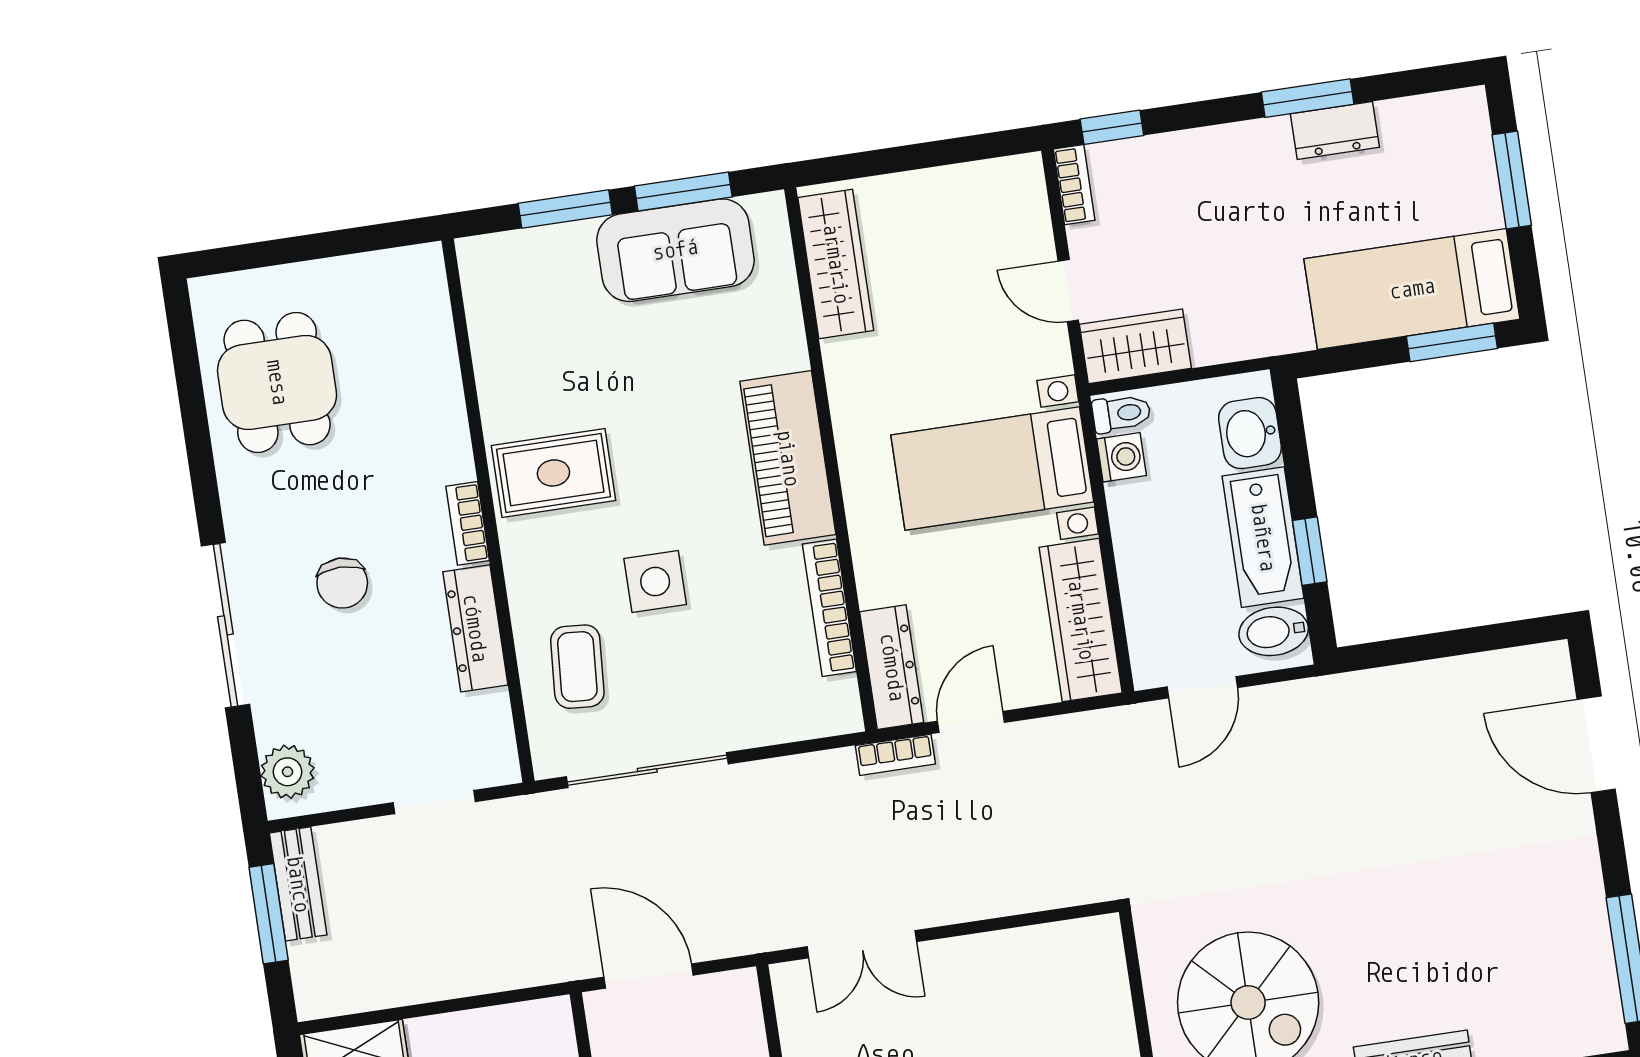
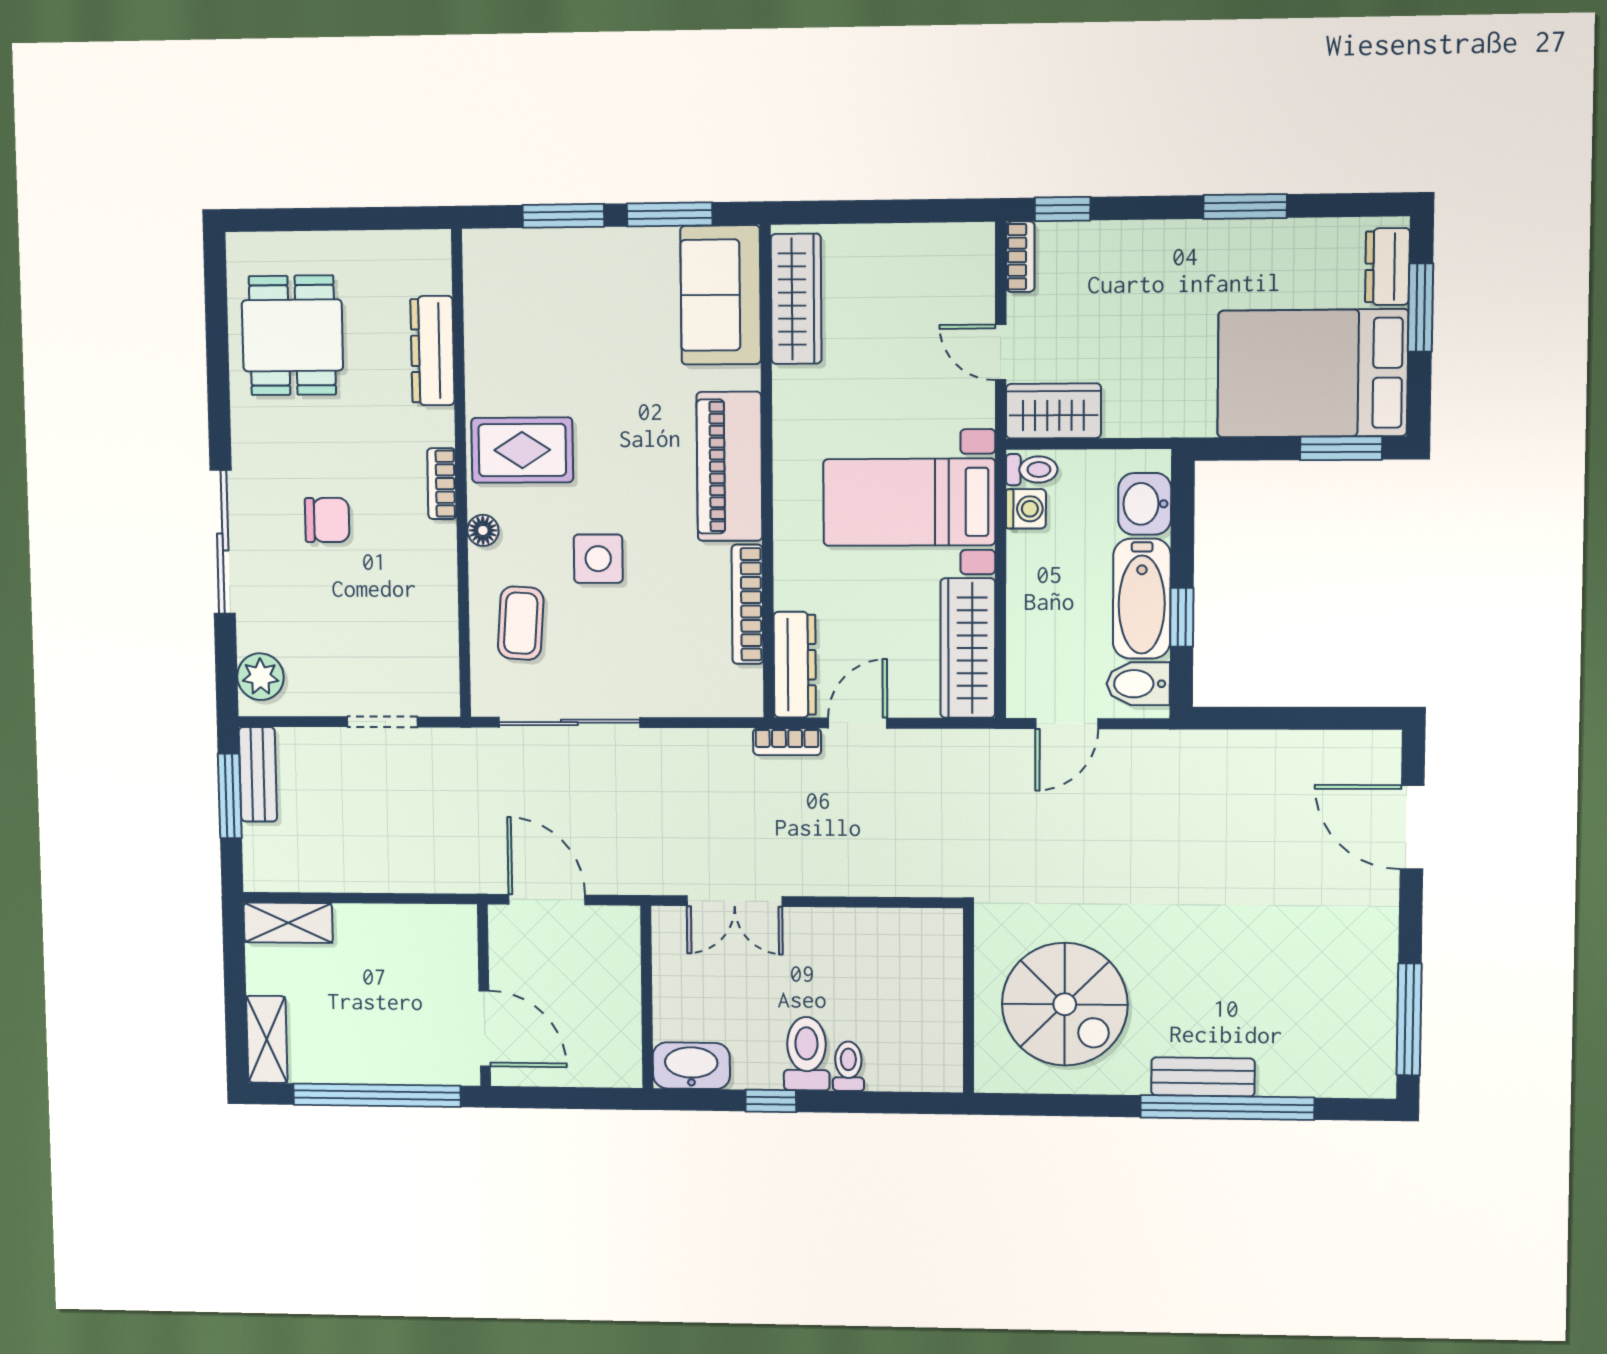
dresser: (1335, 130) -> (1387, 267), moved, turned 90
sofa: (675, 250) -> (721, 295), moved, turned 90
bed: (1412, 289) -> (1313, 373), width x1.50
floor lamp: (521, 569) -> (483, 530), added
chair: (342, 583) -> (327, 520), turned -90
dresser: (475, 628) -> (432, 351), moved

